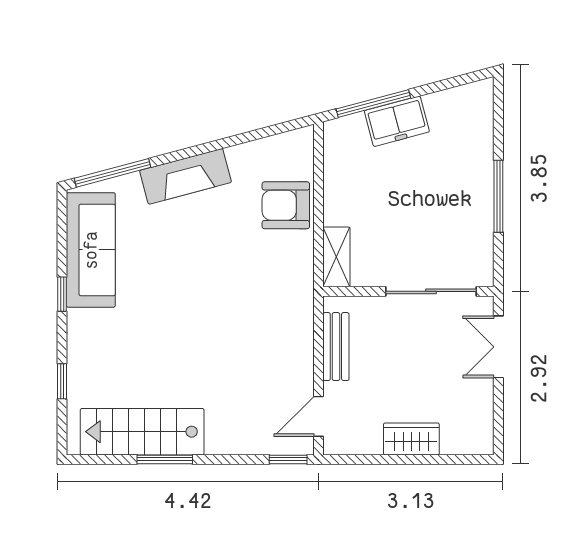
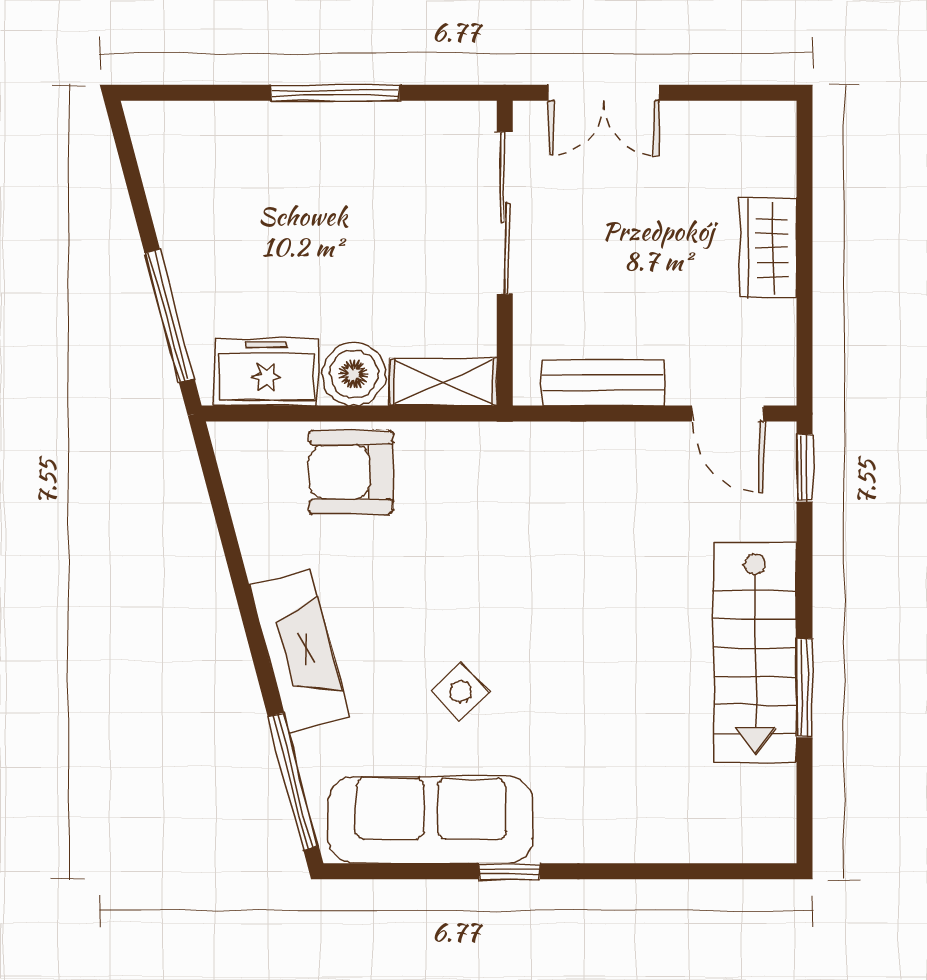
freezer: (397, 121) -> (266, 372), moved, turned -75
armchair: (286, 205) -> (351, 472), turned 90
boiler: (341, 207) -> (354, 374), added
side table: (163, 267) -> (460, 691), added
window: (62, 381) -> (665, 871), removed
stairs: (142, 432) -> (755, 652), moved

